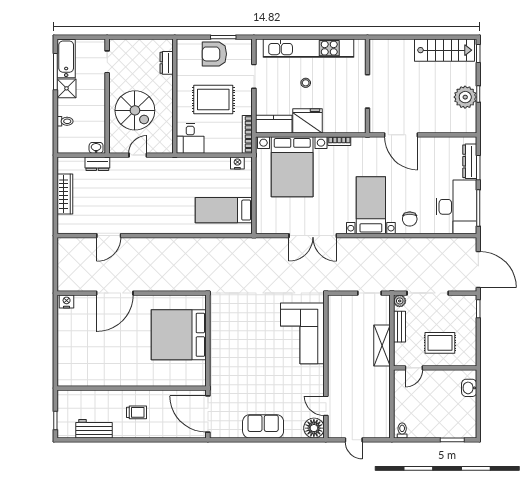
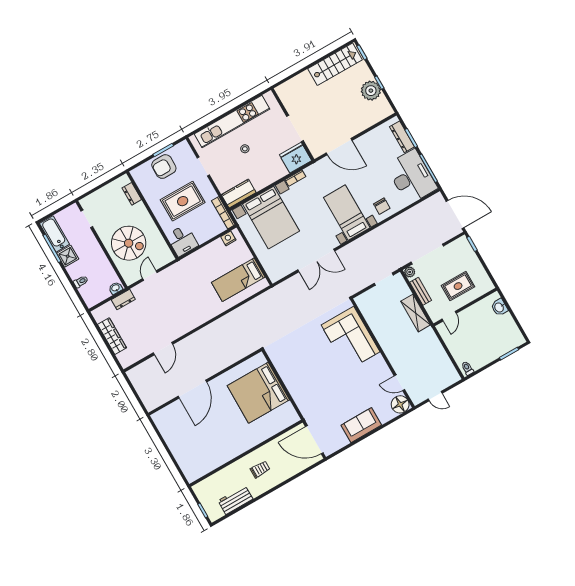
fridge: (308, 121) -> (296, 158), moved
nightstand: (67, 301) -> (160, 416), removed

